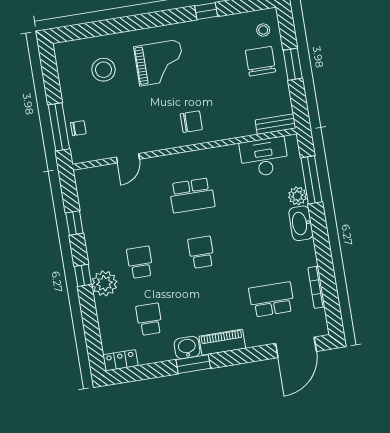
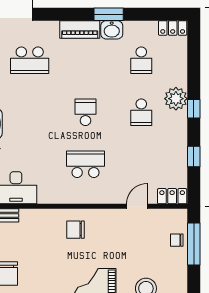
locker: (91, 176) -> (172, 196), added
school desk: (201, 252) -> (85, 112), turned 180

